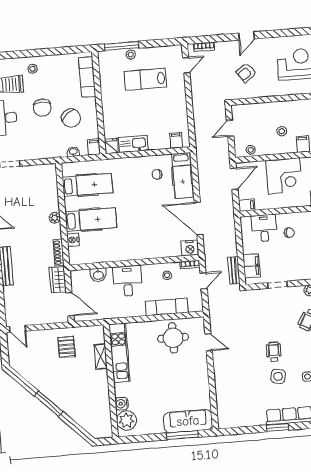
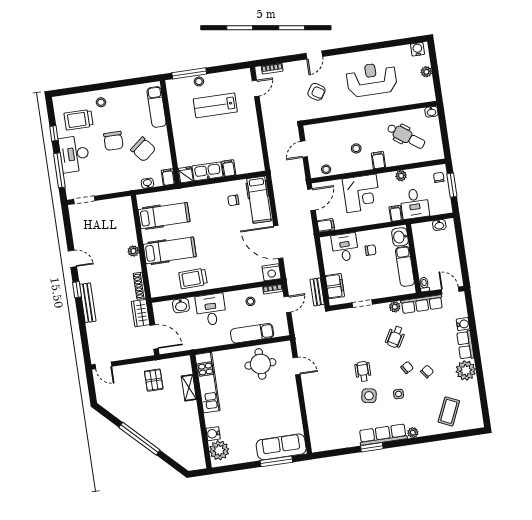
armchair: (246, 73) -> (316, 92), turned -112
filing cabinet: (176, 140) -> (229, 168), moved
nightstand: (73, 240) -> (153, 272), removed
trolley: (112, 249) -> (193, 278), added
window: (48, 404) -> (139, 439), width x1.46

